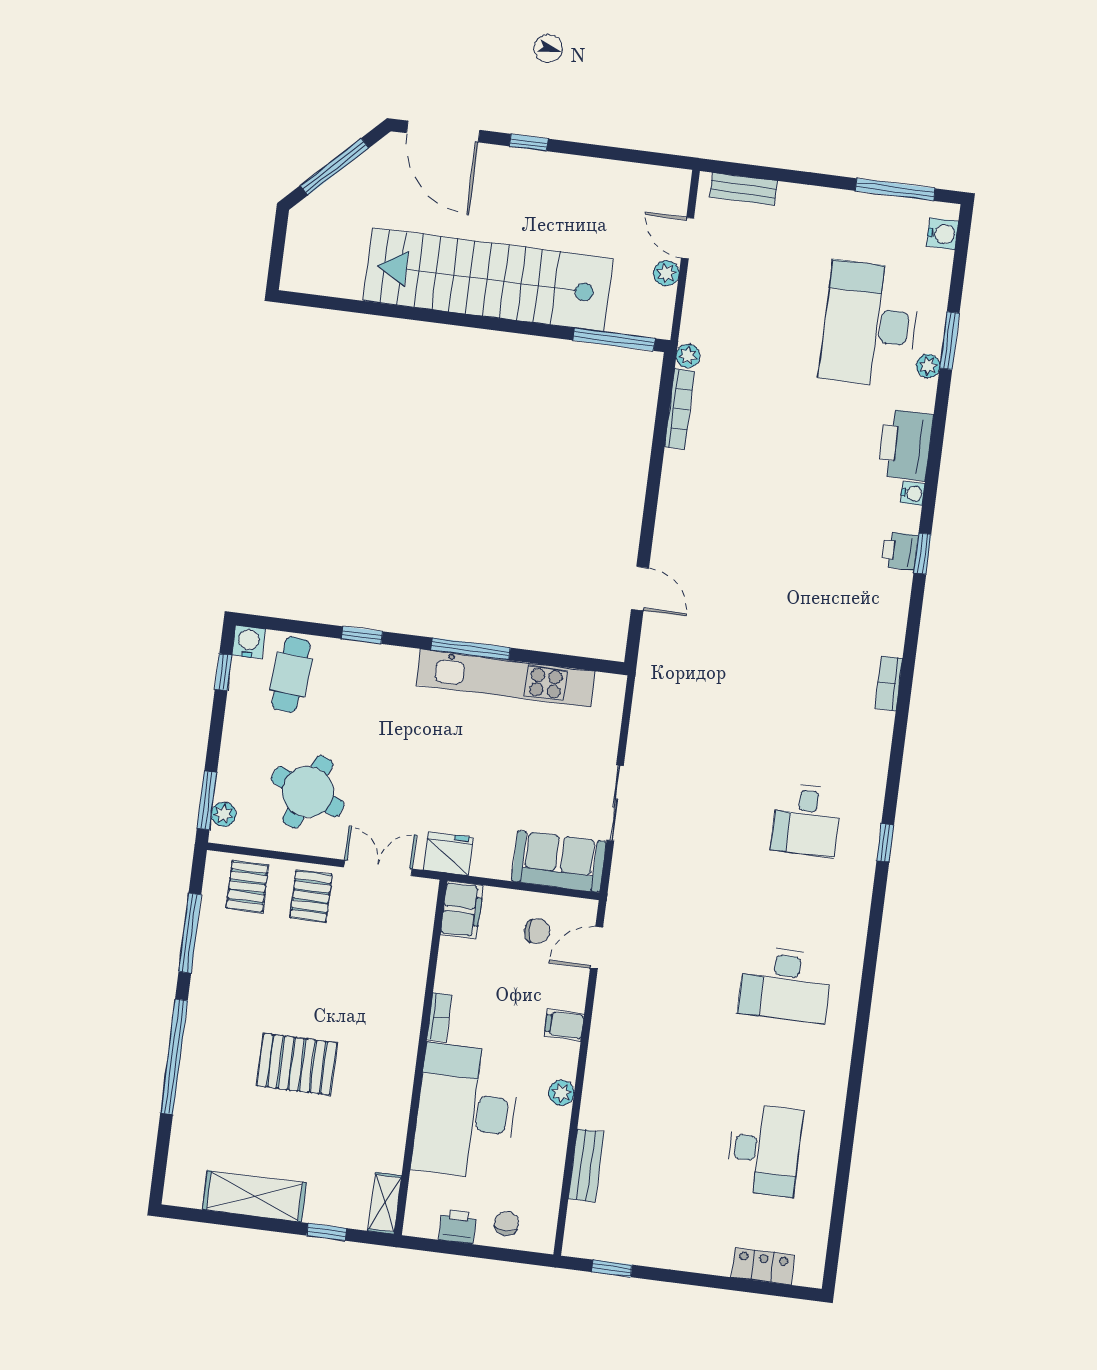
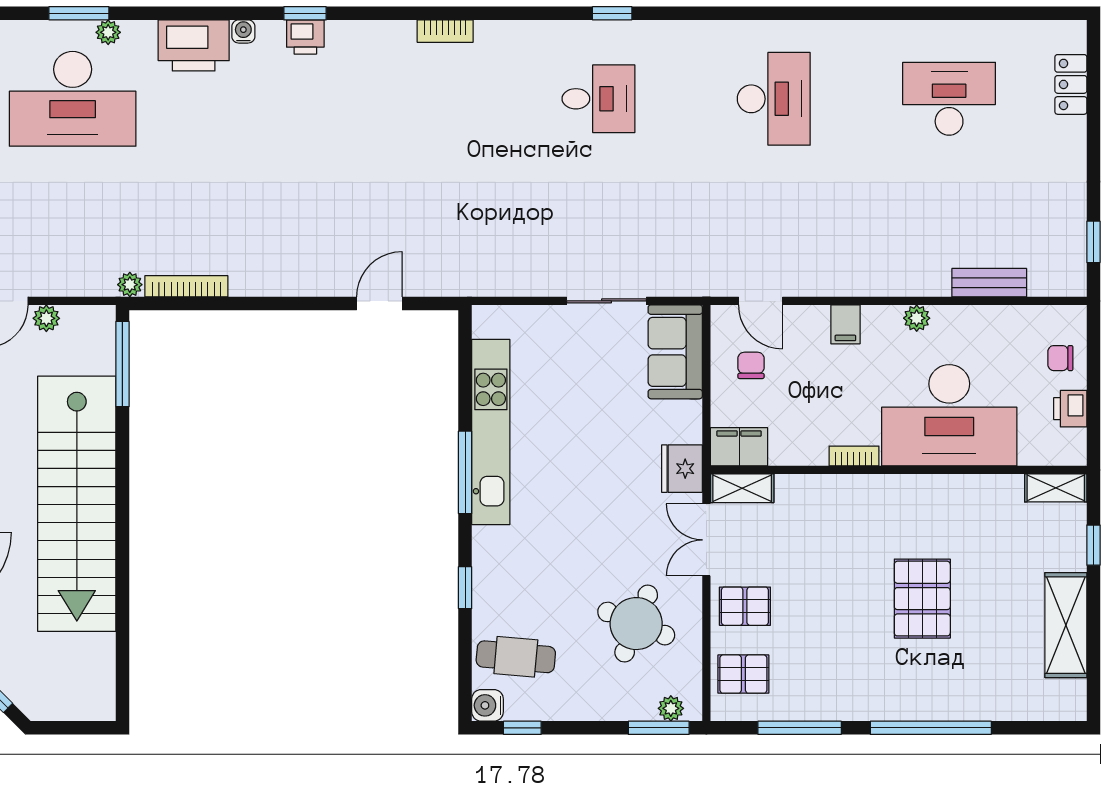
shelving: (422, 908) -> (742, 488), added

